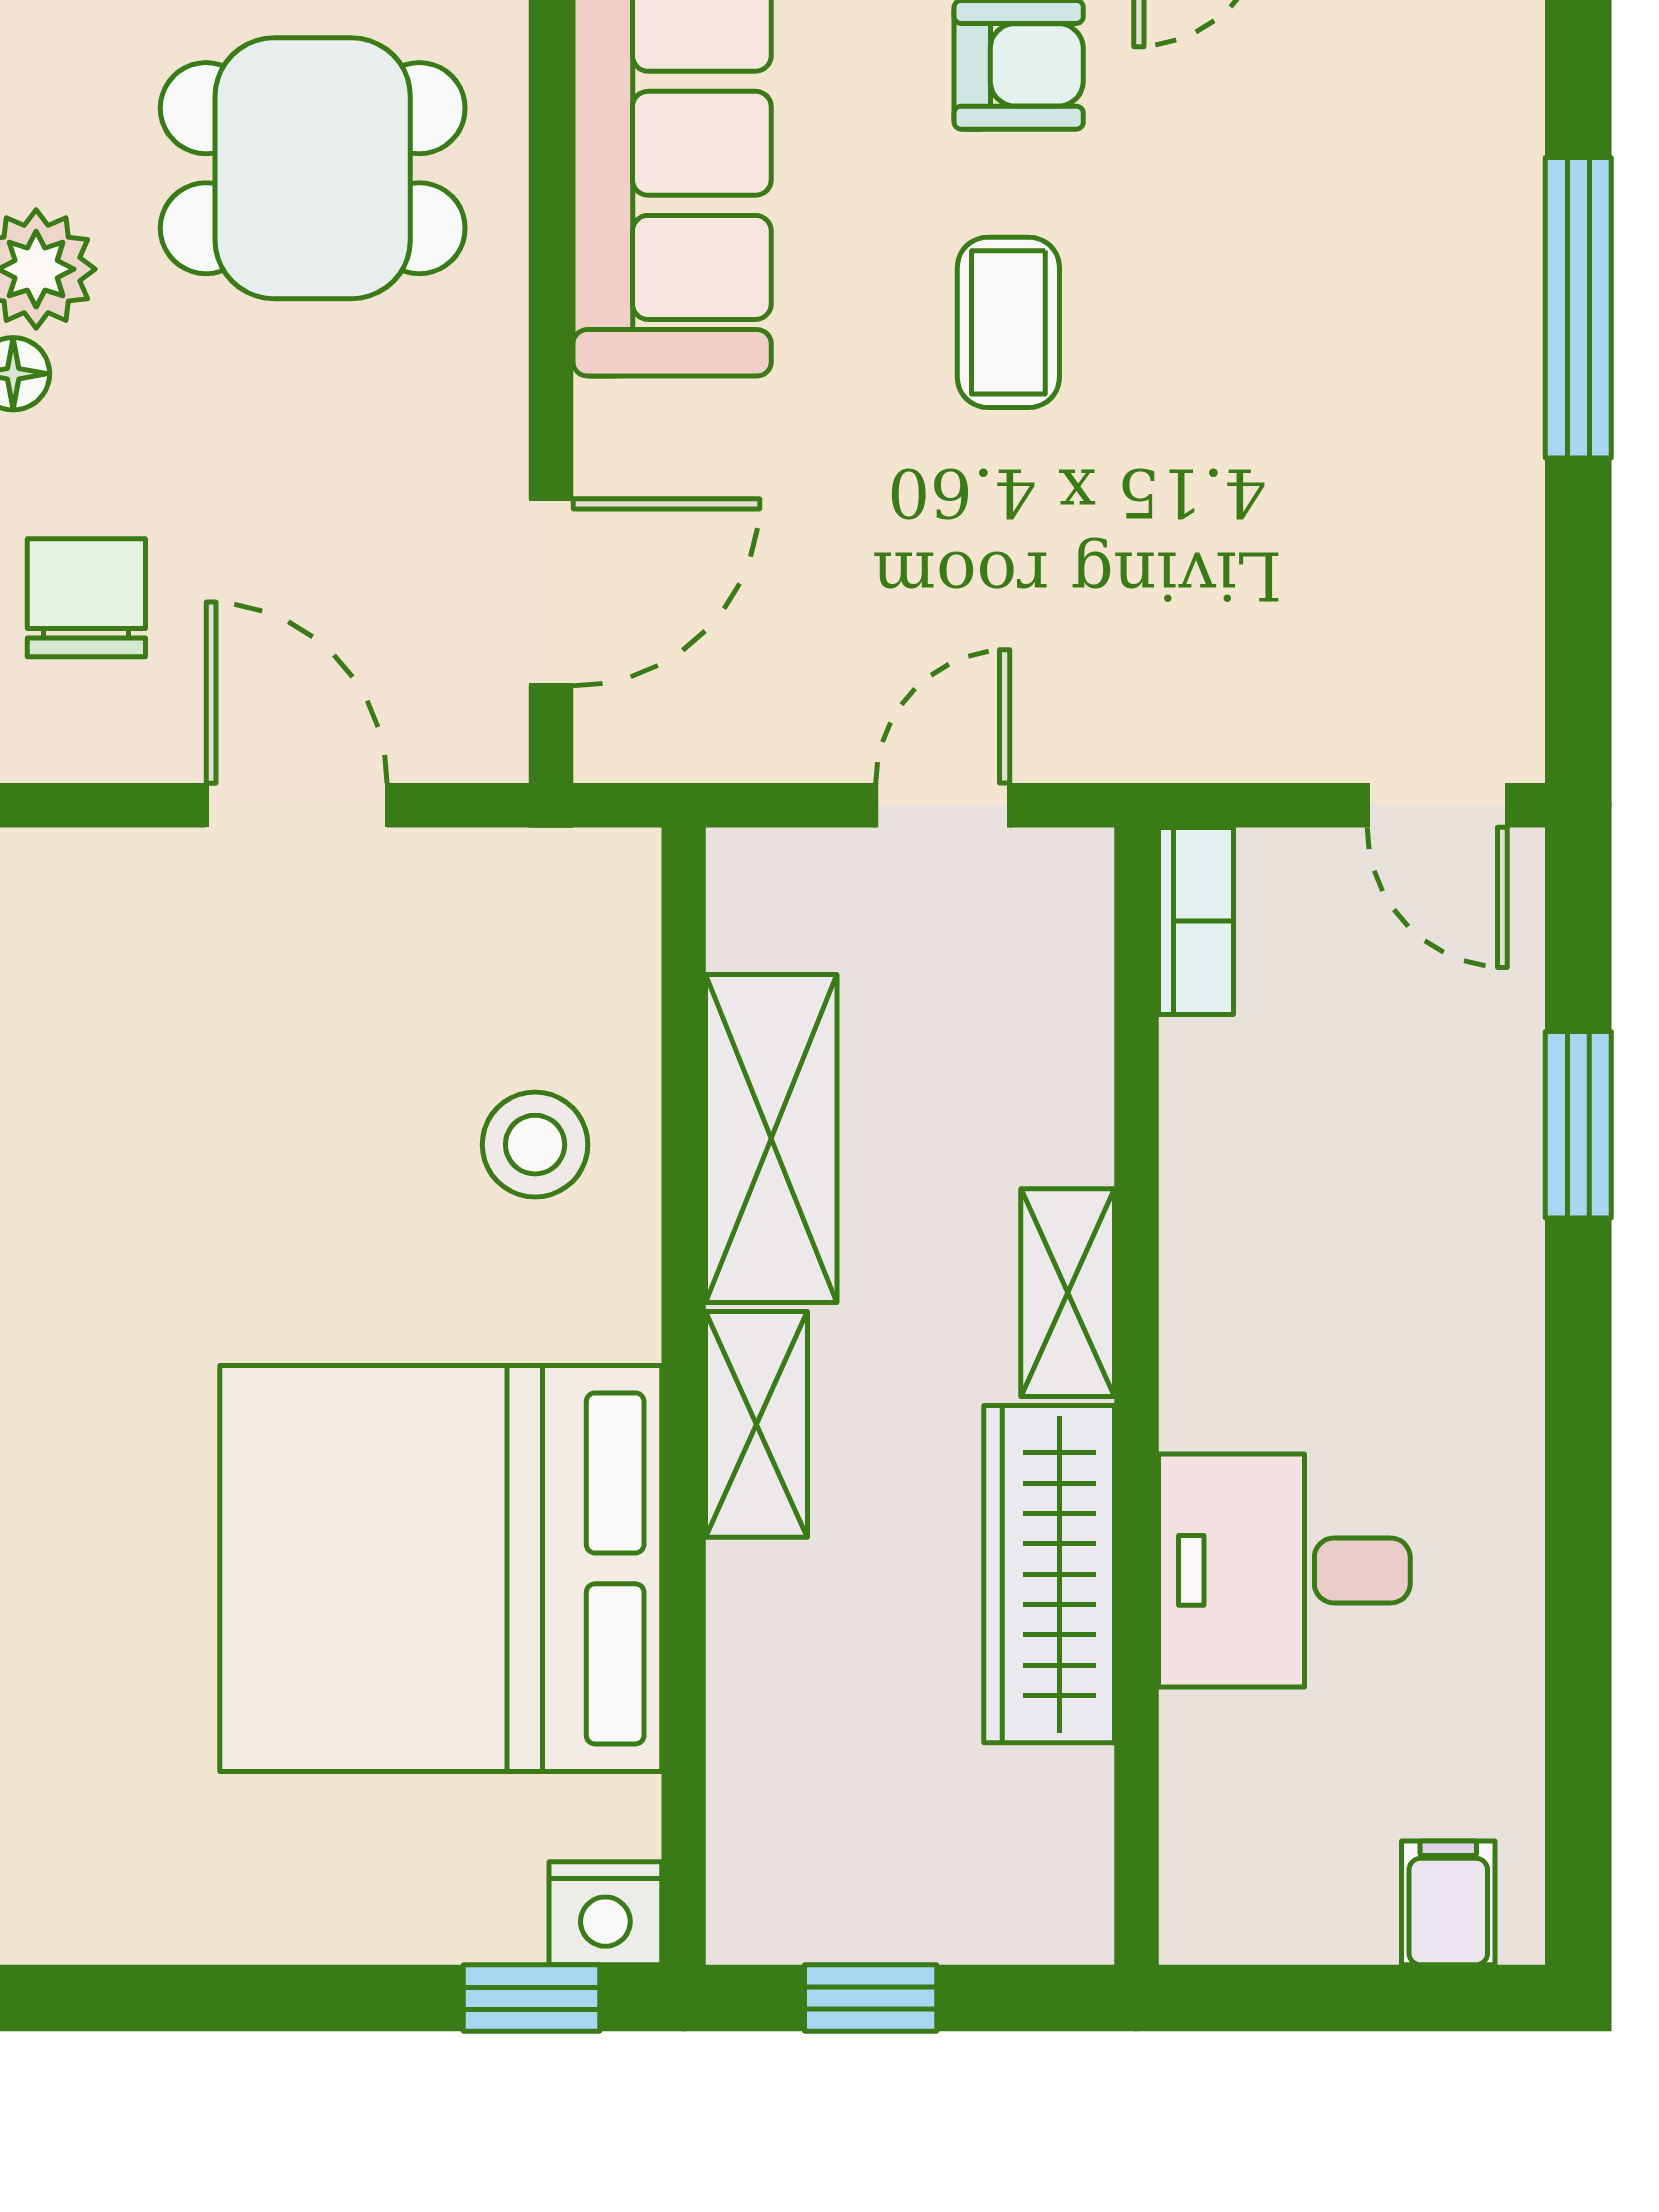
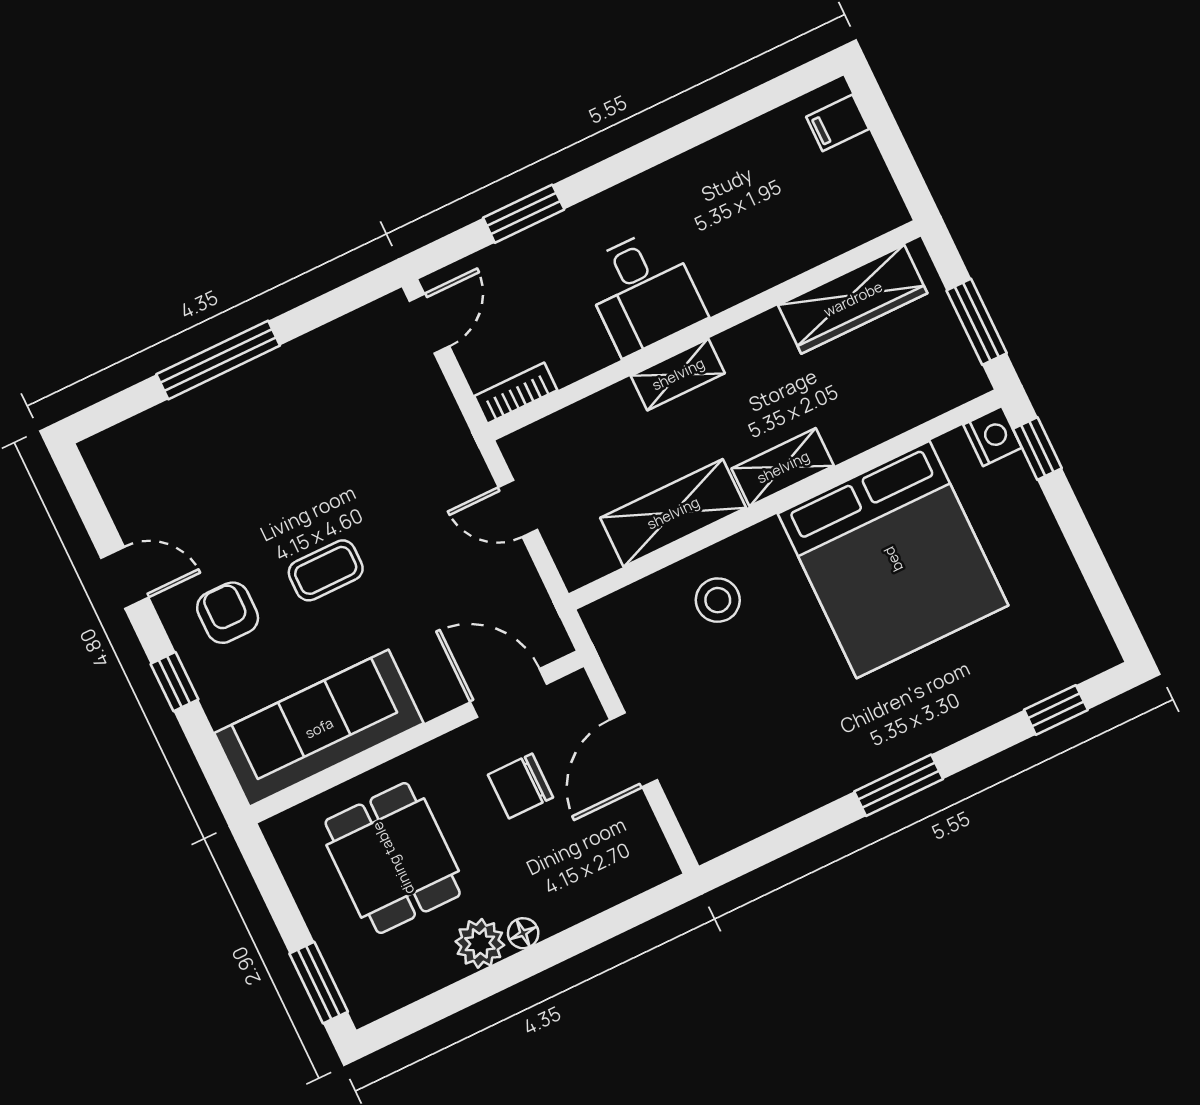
chair: (86, 598) -> (521, 786), moved
desk: (1284, 1570) -> (643, 291), moved
wardrobe: (1049, 1574) -> (853, 299), moved
window: (871, 1998) -> (977, 322), width x1.50

